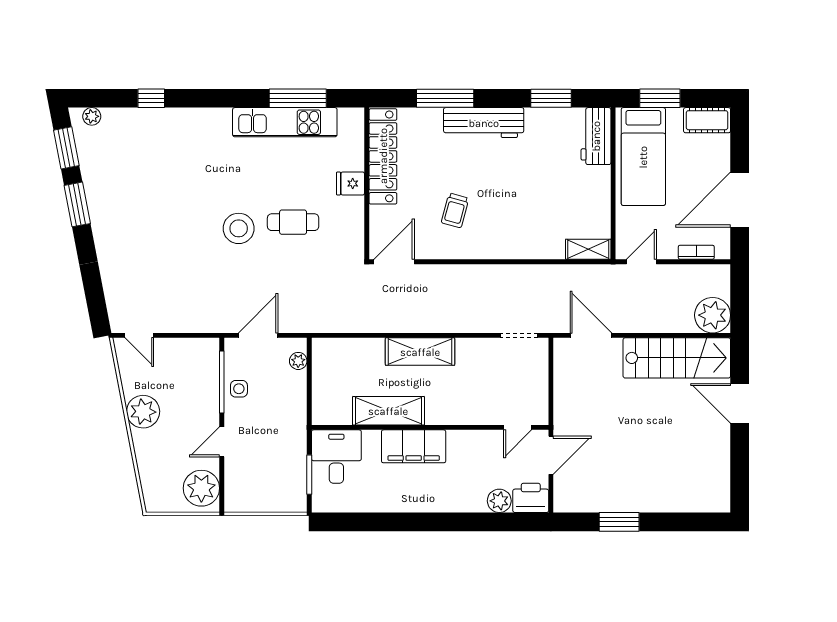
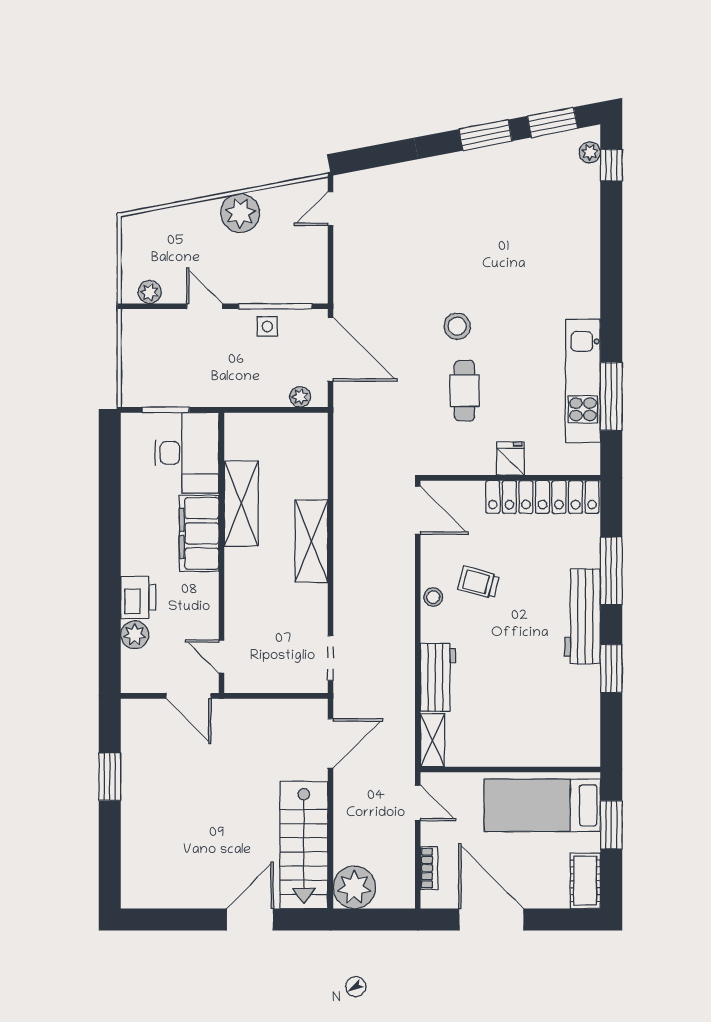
window: (151, 98) -> (611, 165), moved
window: (551, 98) -> (611, 668), moved
workbench: (596, 136) -> (438, 677), moved, turned 90
stool: (239, 228) -> (457, 326), width x0.73, depth x0.73
stool: (467, 249) -> (433, 597), added
door: (258, 335) -> (331, 349), width x1.36
desk: (336, 457) -> (187, 453), width x1.37
plant: (201, 488) -> (150, 292), width x0.53, depth x0.53
printer: (531, 498) -> (138, 597), moved

